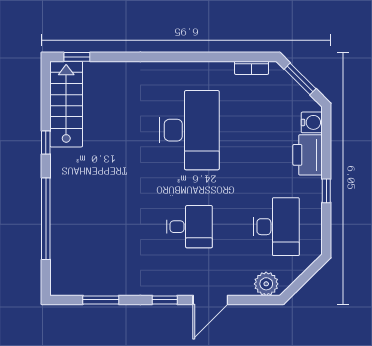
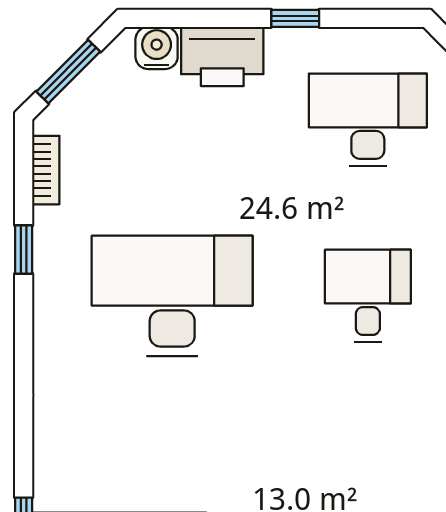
window: (212, 57) -> (24, 249), added

